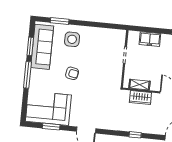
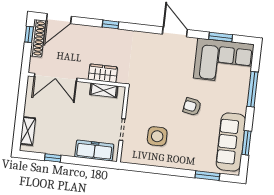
side table: (72, 39) -> (157, 136), moved
freezer: (150, 39) -> (94, 151), width x1.40
window: (27, 75) -> (253, 89), moved

